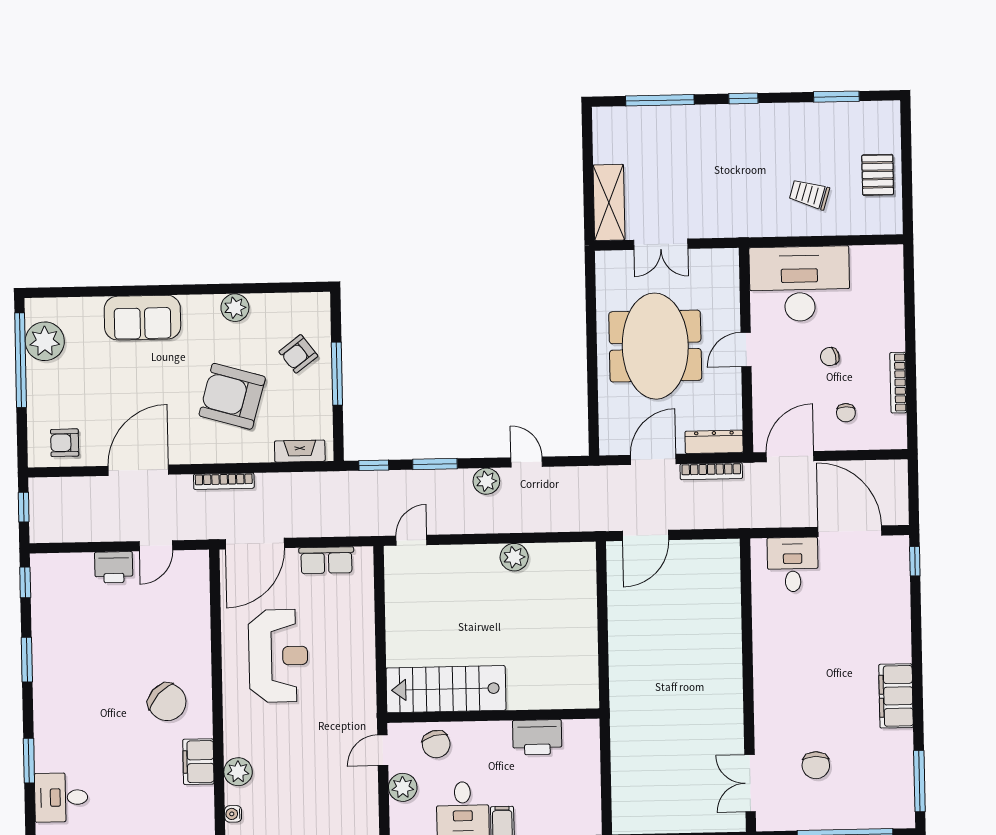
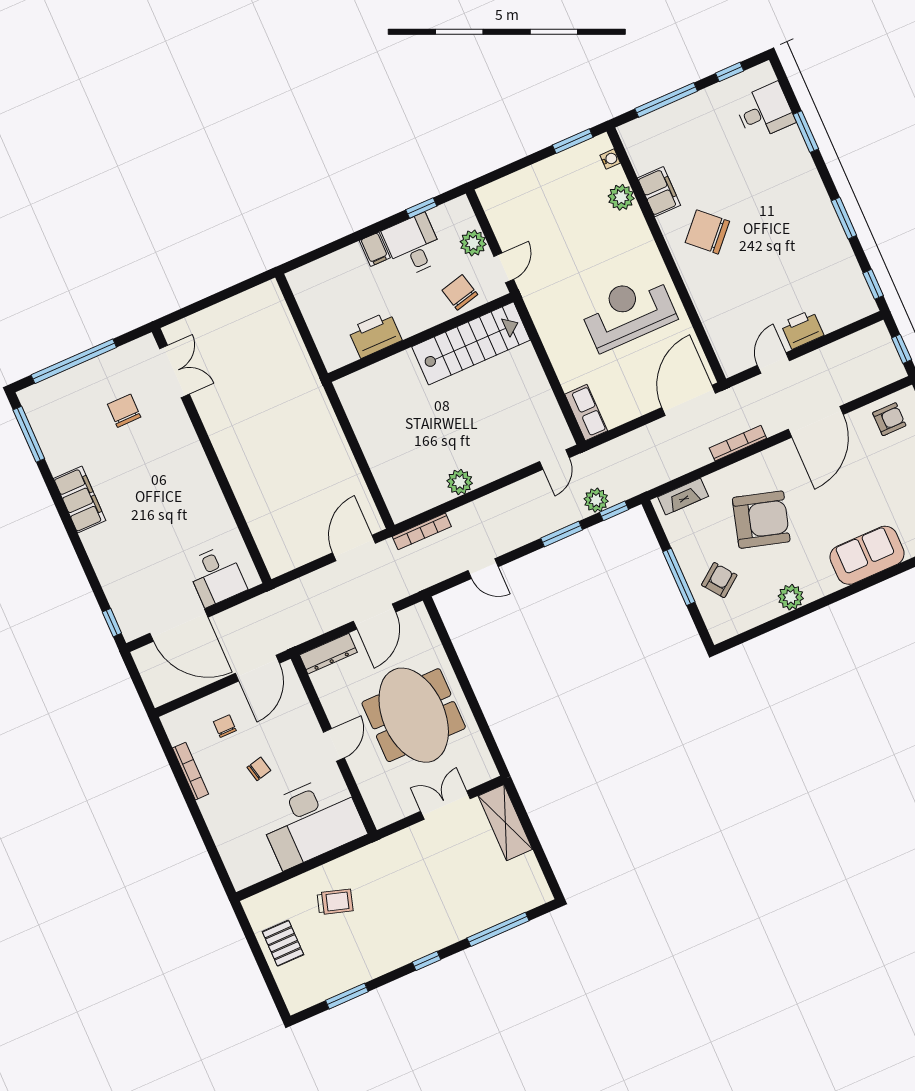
bookcase: (711, 471) -> (422, 531), moved, turned 180
plant: (486, 481) -> (596, 500), moved
row of seats: (326, 560) -> (586, 412), moved, turned 90
reception desk: (278, 656) -> (628, 312), turned 90

